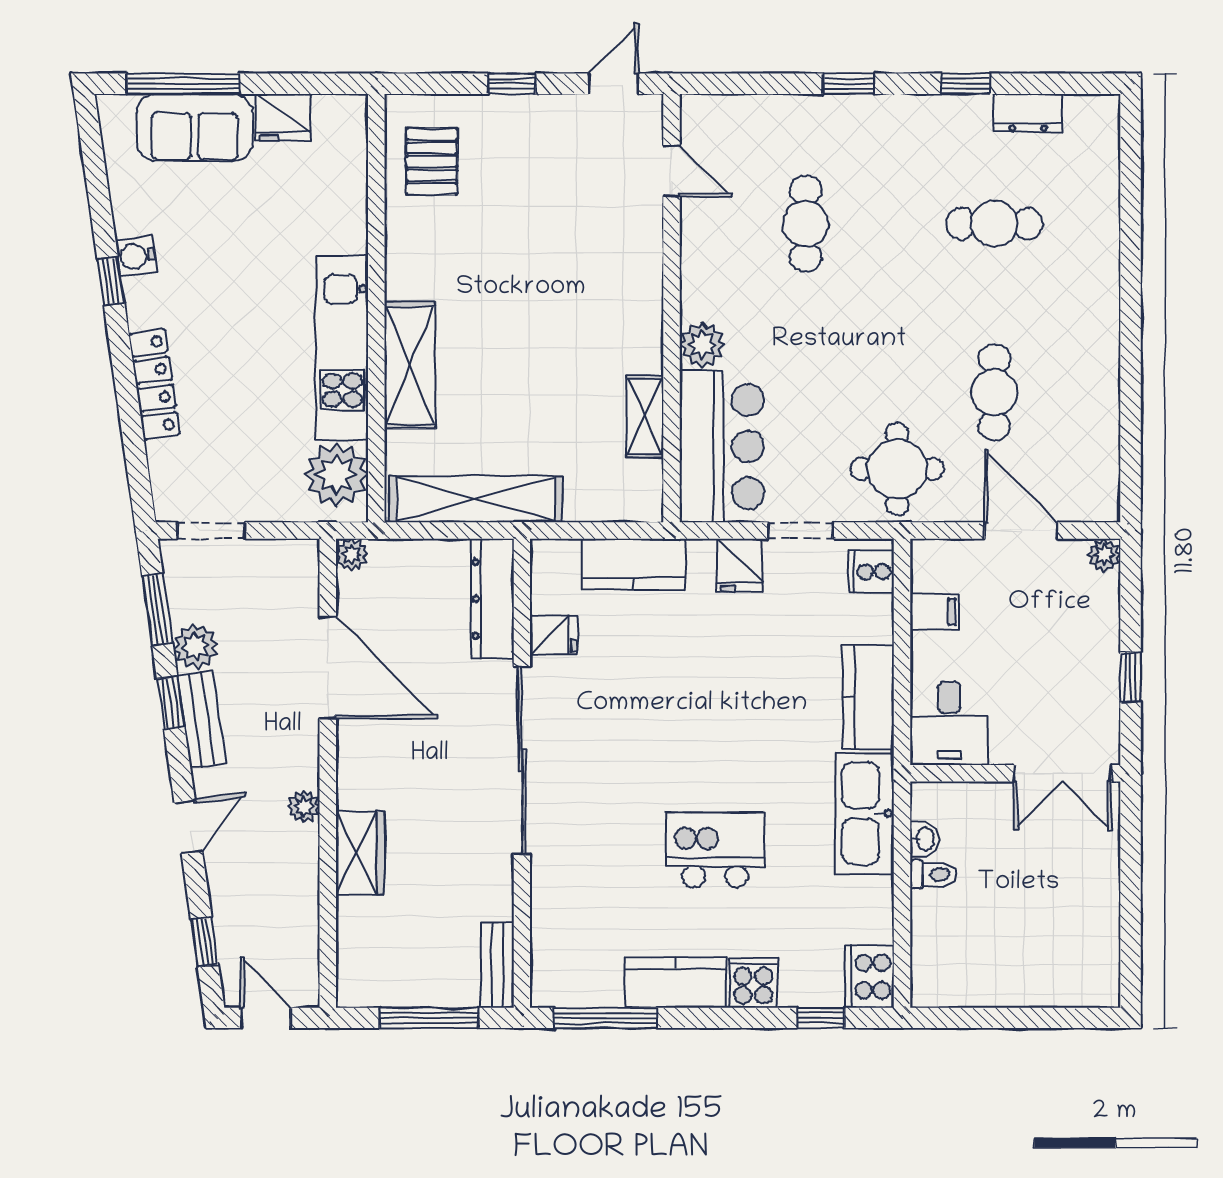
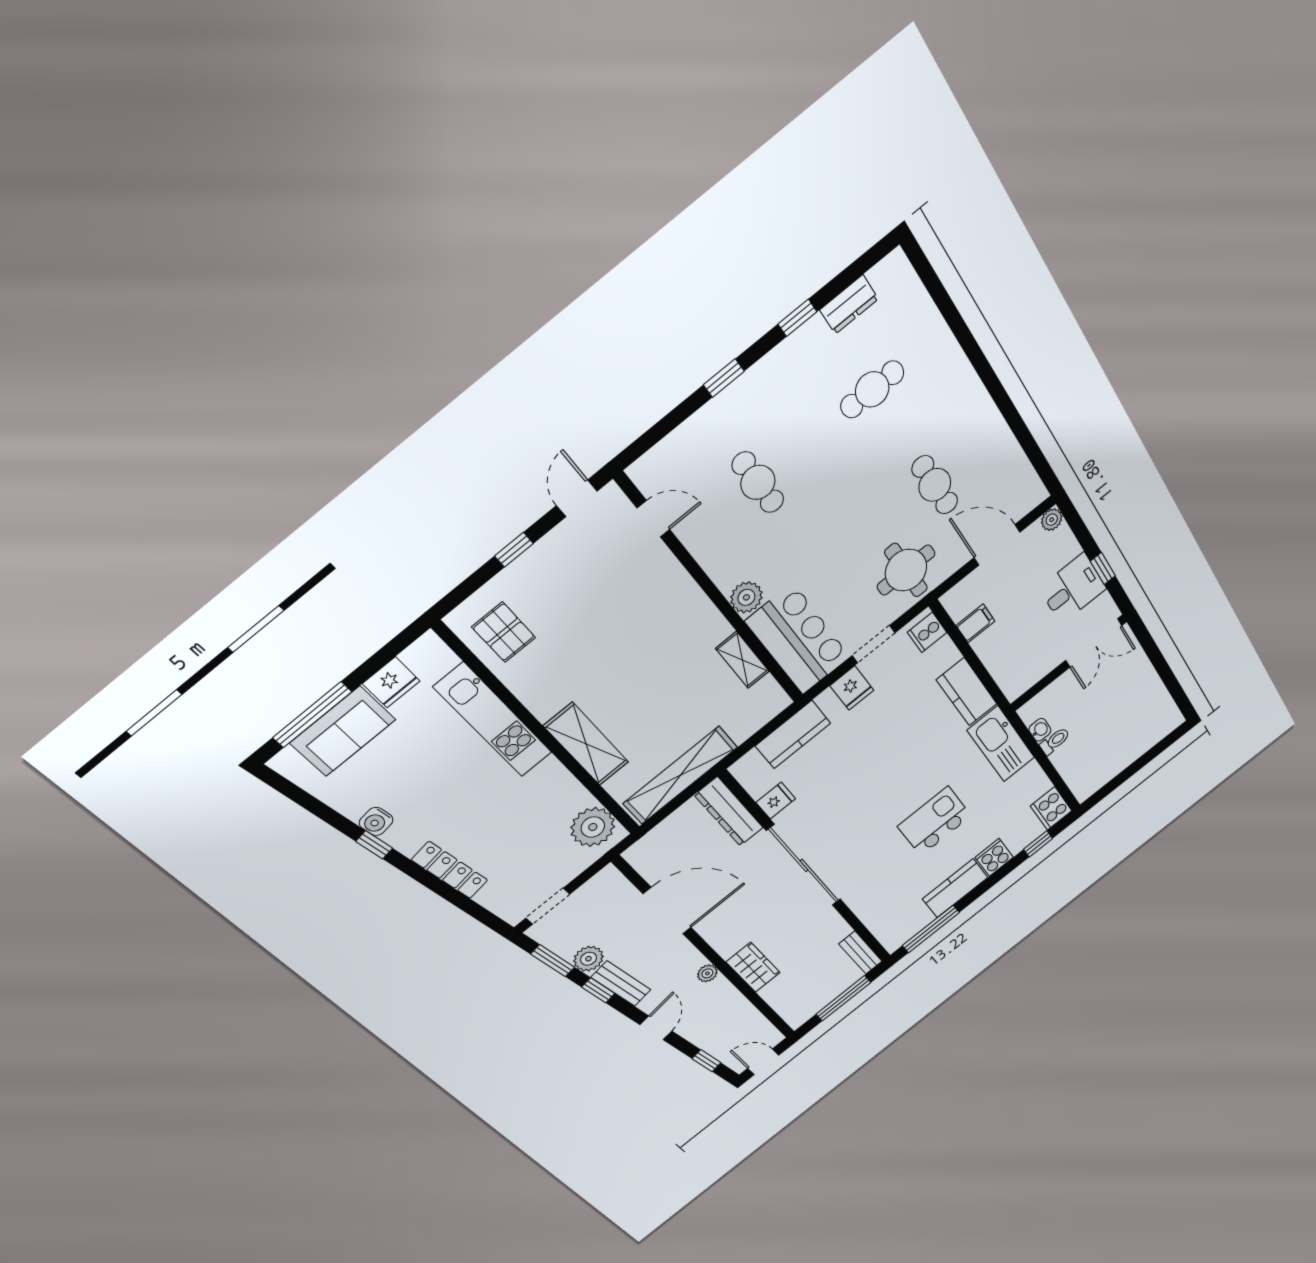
kitchen unit: (342, 348) -> (493, 720), moved
plant: (352, 554) -> (635, 854), removed
desk: (949, 723) -> (1073, 588), moved, turned -90

